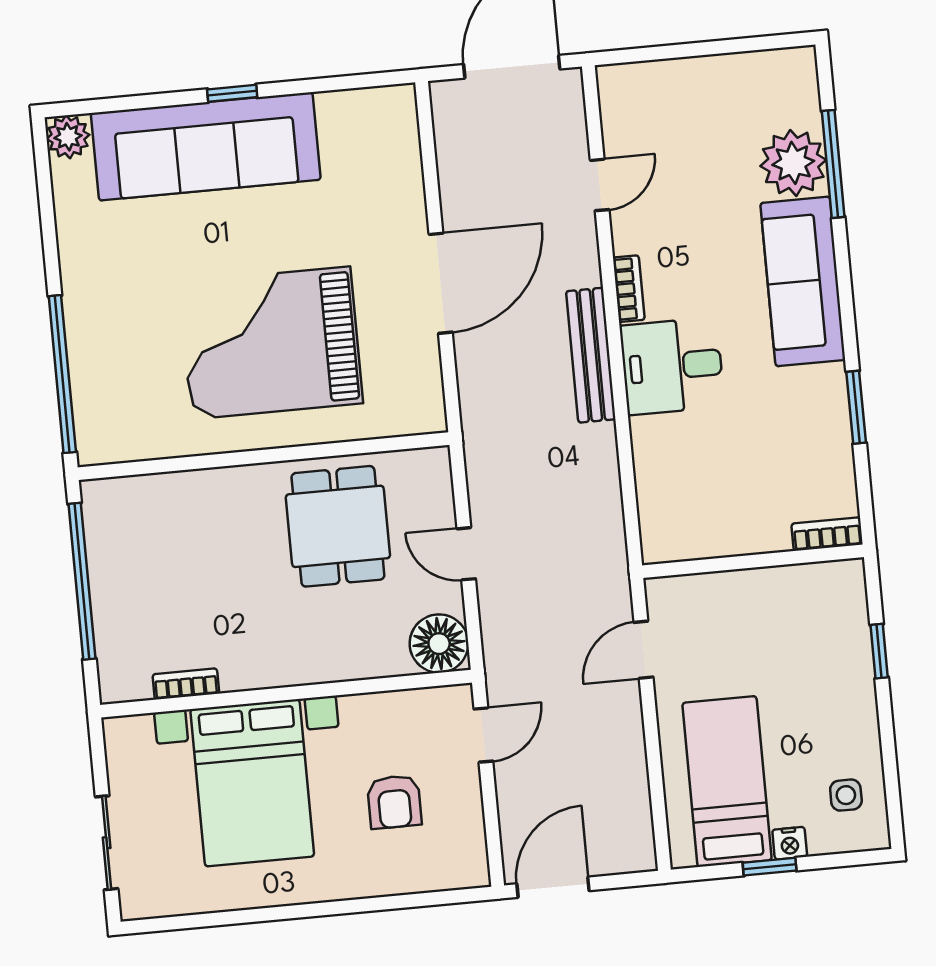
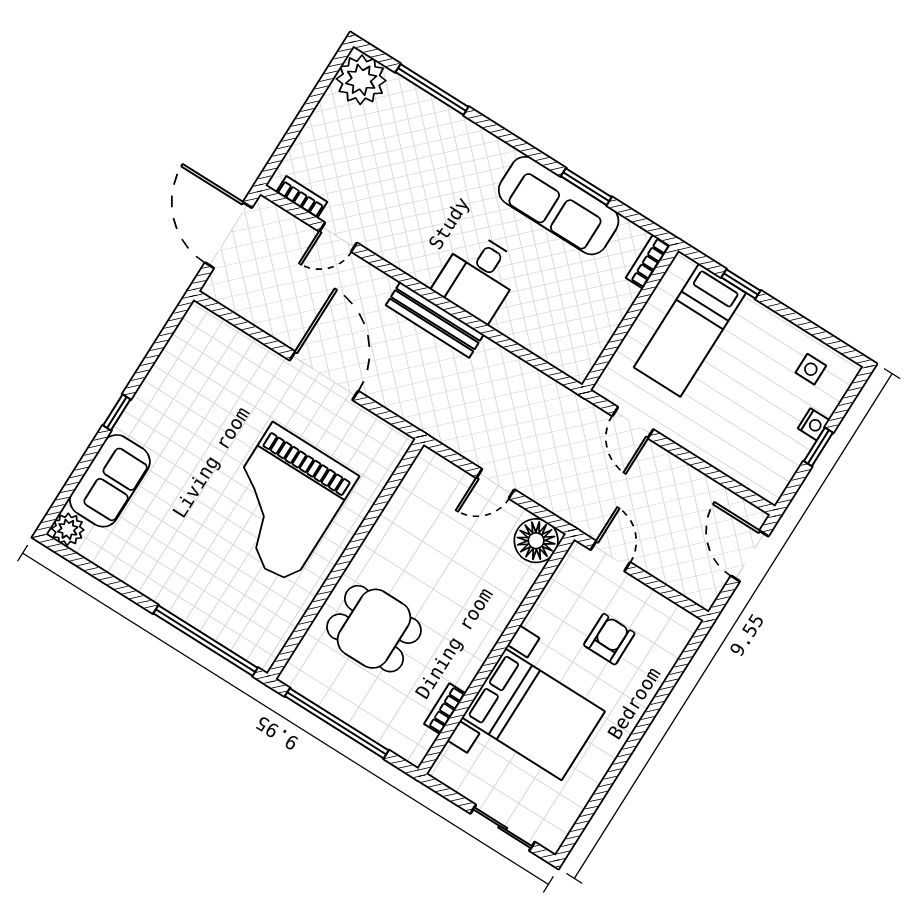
sofa: (206, 146) -> (110, 481), width x0.54, depth x0.79
plant: (793, 163) -> (361, 80), moved
door: (600, 185) -> (338, 237), swing flipped
sofa: (803, 281) -> (559, 206), moved
bookcase: (629, 289) -> (302, 197), moved
dining table: (338, 526) -> (374, 629), moved
bed: (727, 781) -> (690, 330), moved, turned -90
armchair: (394, 802) -> (609, 639), turned -90
door: (553, 887) -> (750, 556), moved

